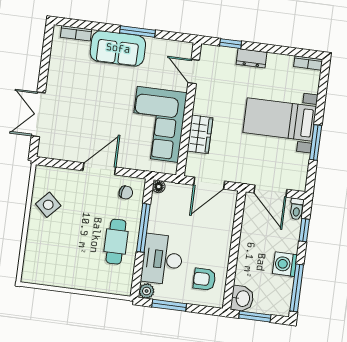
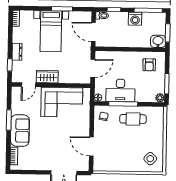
wardrobe: (200, 134) -> (47, 77), moved
door: (99, 169) -> (91, 146), moved
door: (209, 183) -> (93, 68), hinge flipped
door: (270, 191) -> (93, 32), swing flipped
side table: (48, 205) -> (150, 159), moved
desk: (162, 259) -> (120, 90), moved

